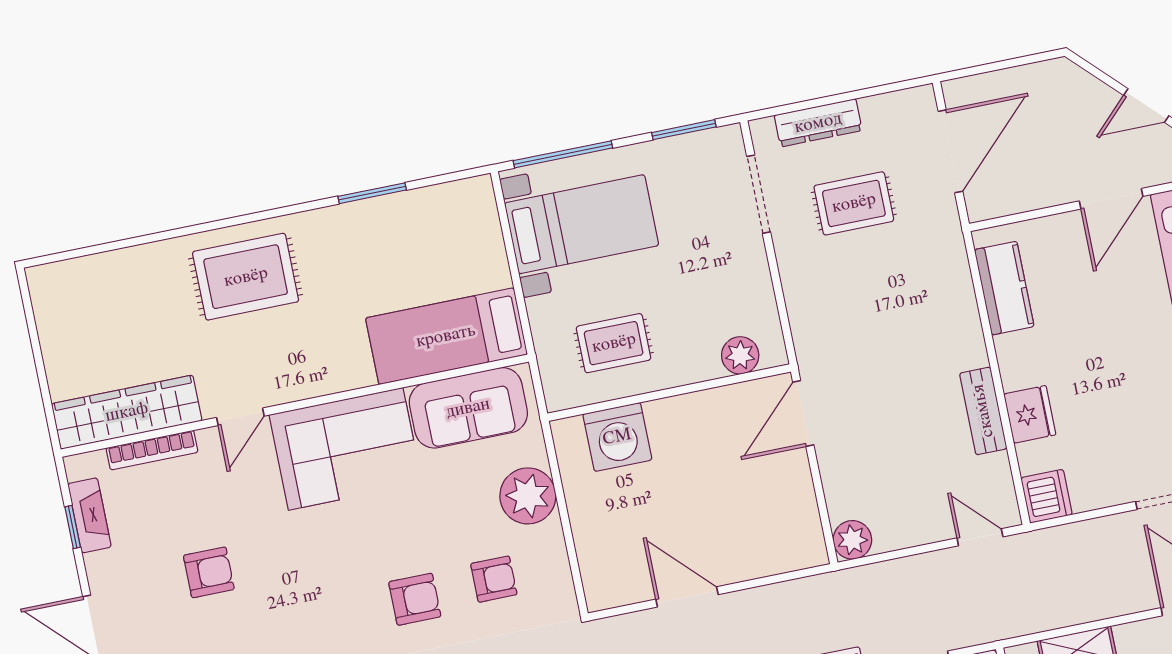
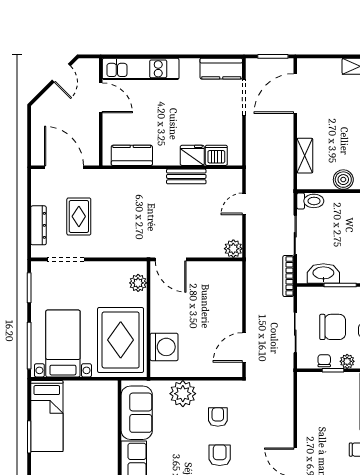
bed: (446, 336) -> (47, 416), moved
rug: (614, 343) -> (121, 340), width x1.86, depth x2.06
dishwasher: (1047, 496) -> (216, 155), moved
door: (980, 537) -> (244, 204), moved
door: (687, 597) -> (244, 347), moved

